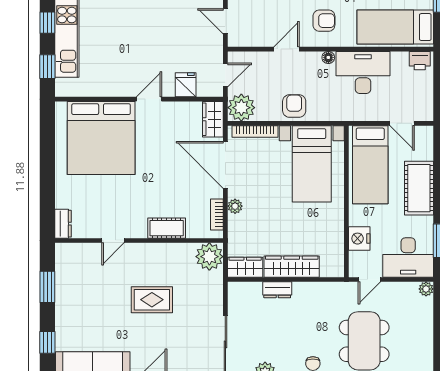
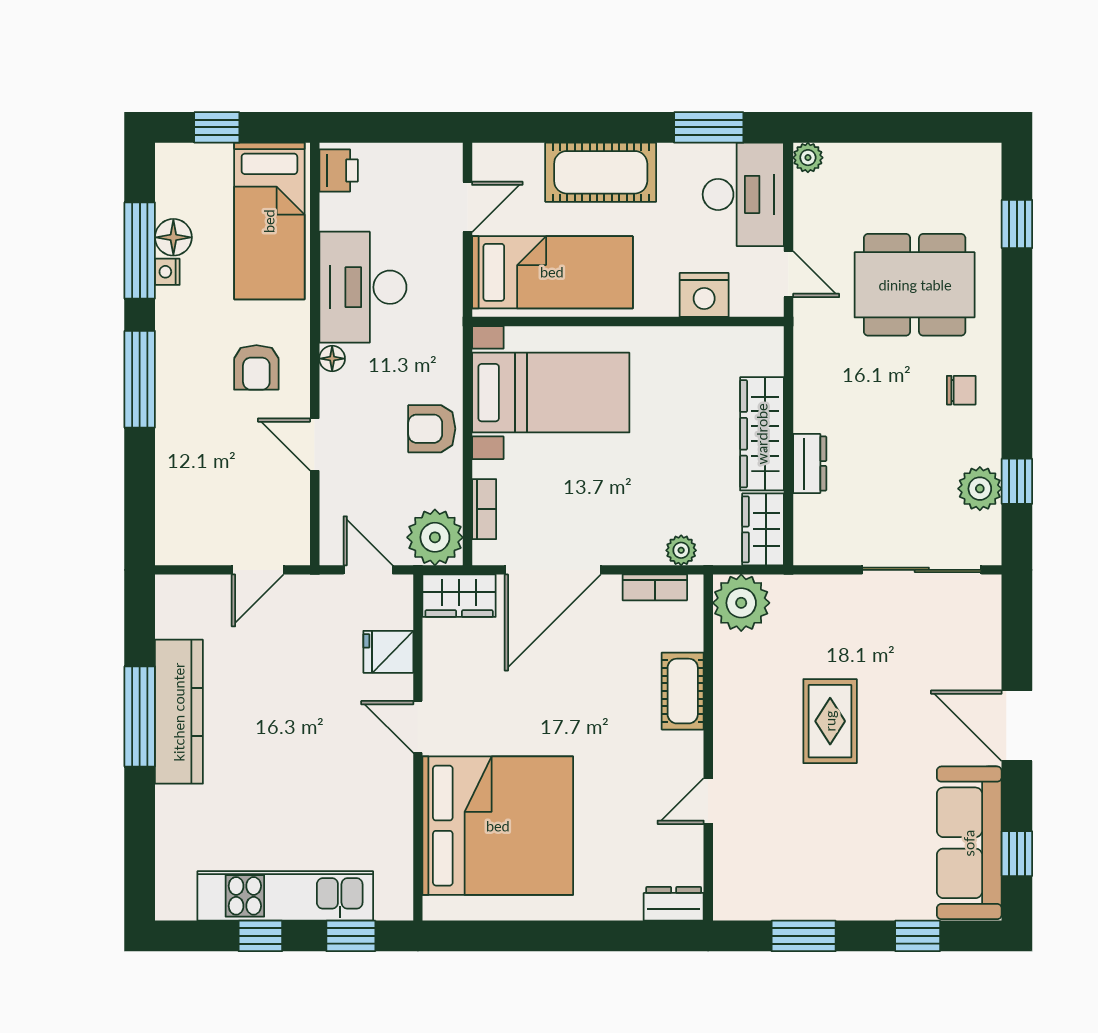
armchair: (324, 21) -> (256, 367), turned 180
bookcase: (255, 131) -> (484, 509), width x0.64
plant: (235, 206) -> (681, 550), moved
door: (113, 240) -> (708, 801), swing flipped

